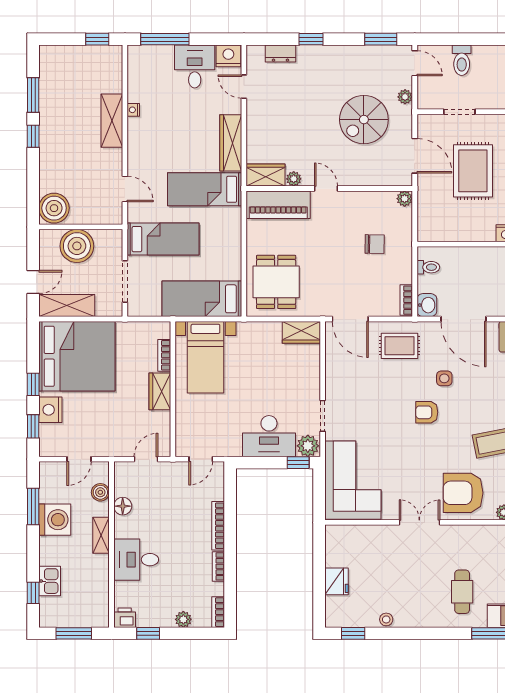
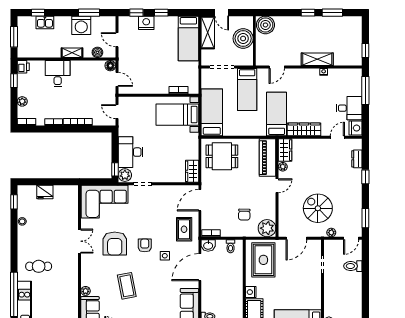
rug: (473, 171) -> (263, 260), moved, turned 90
plant: (405, 199) -> (267, 228), width x1.87, depth x1.87
bed: (77, 356) -> (188, 38), width x0.49
wardrobe: (160, 391) -> (157, 88), removed
armchair: (463, 493) -> (115, 244), moved, turned 180
floor lamp: (123, 506) -> (110, 66), moved

